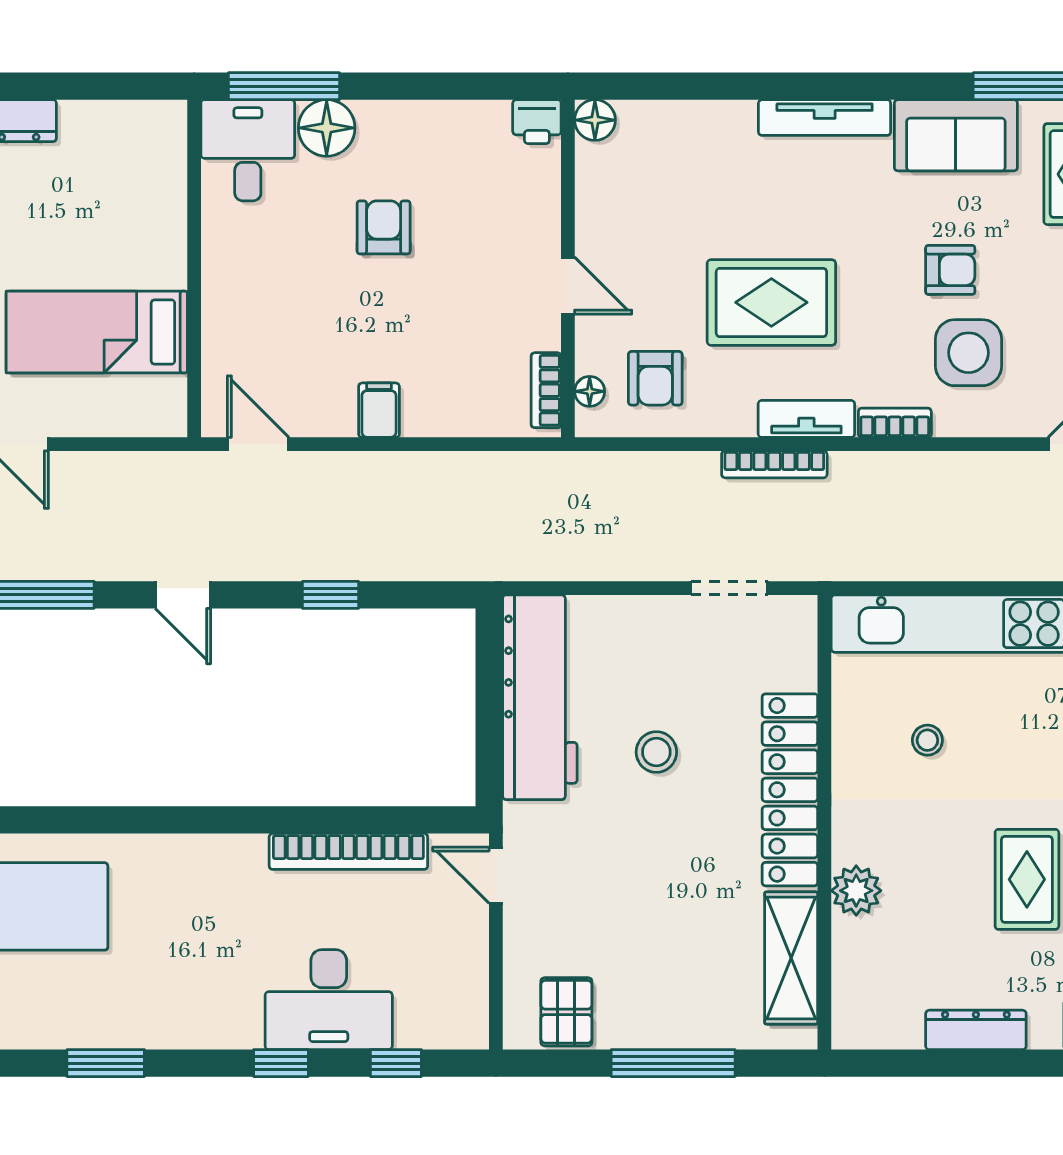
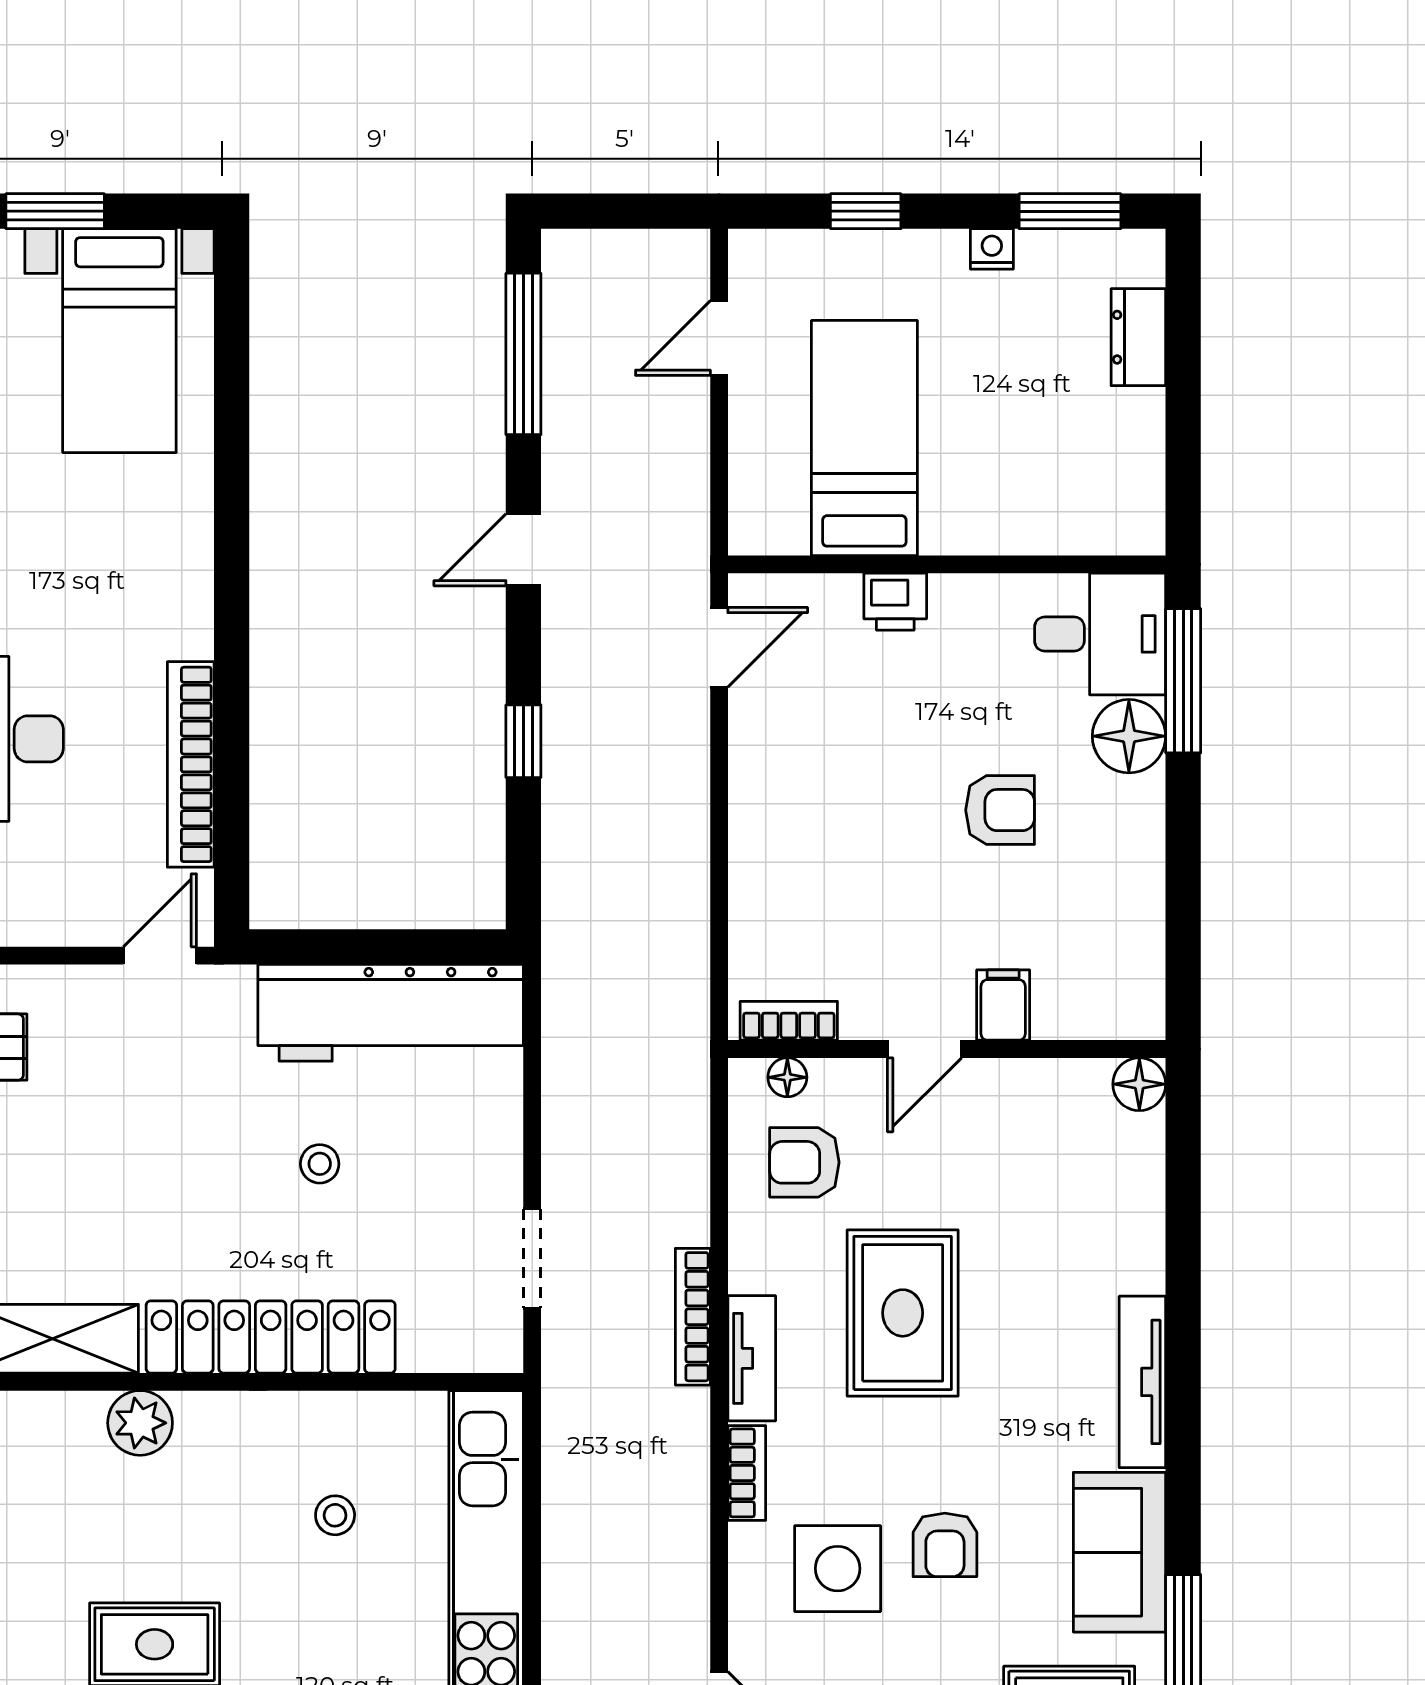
printer: (537, 122) -> (895, 602), moved, turned -90
filing cabinet: (379, 410) -> (1003, 1005), moved, turned -90
stool: (656, 752) -> (320, 1164), width x0.73, depth x0.73

